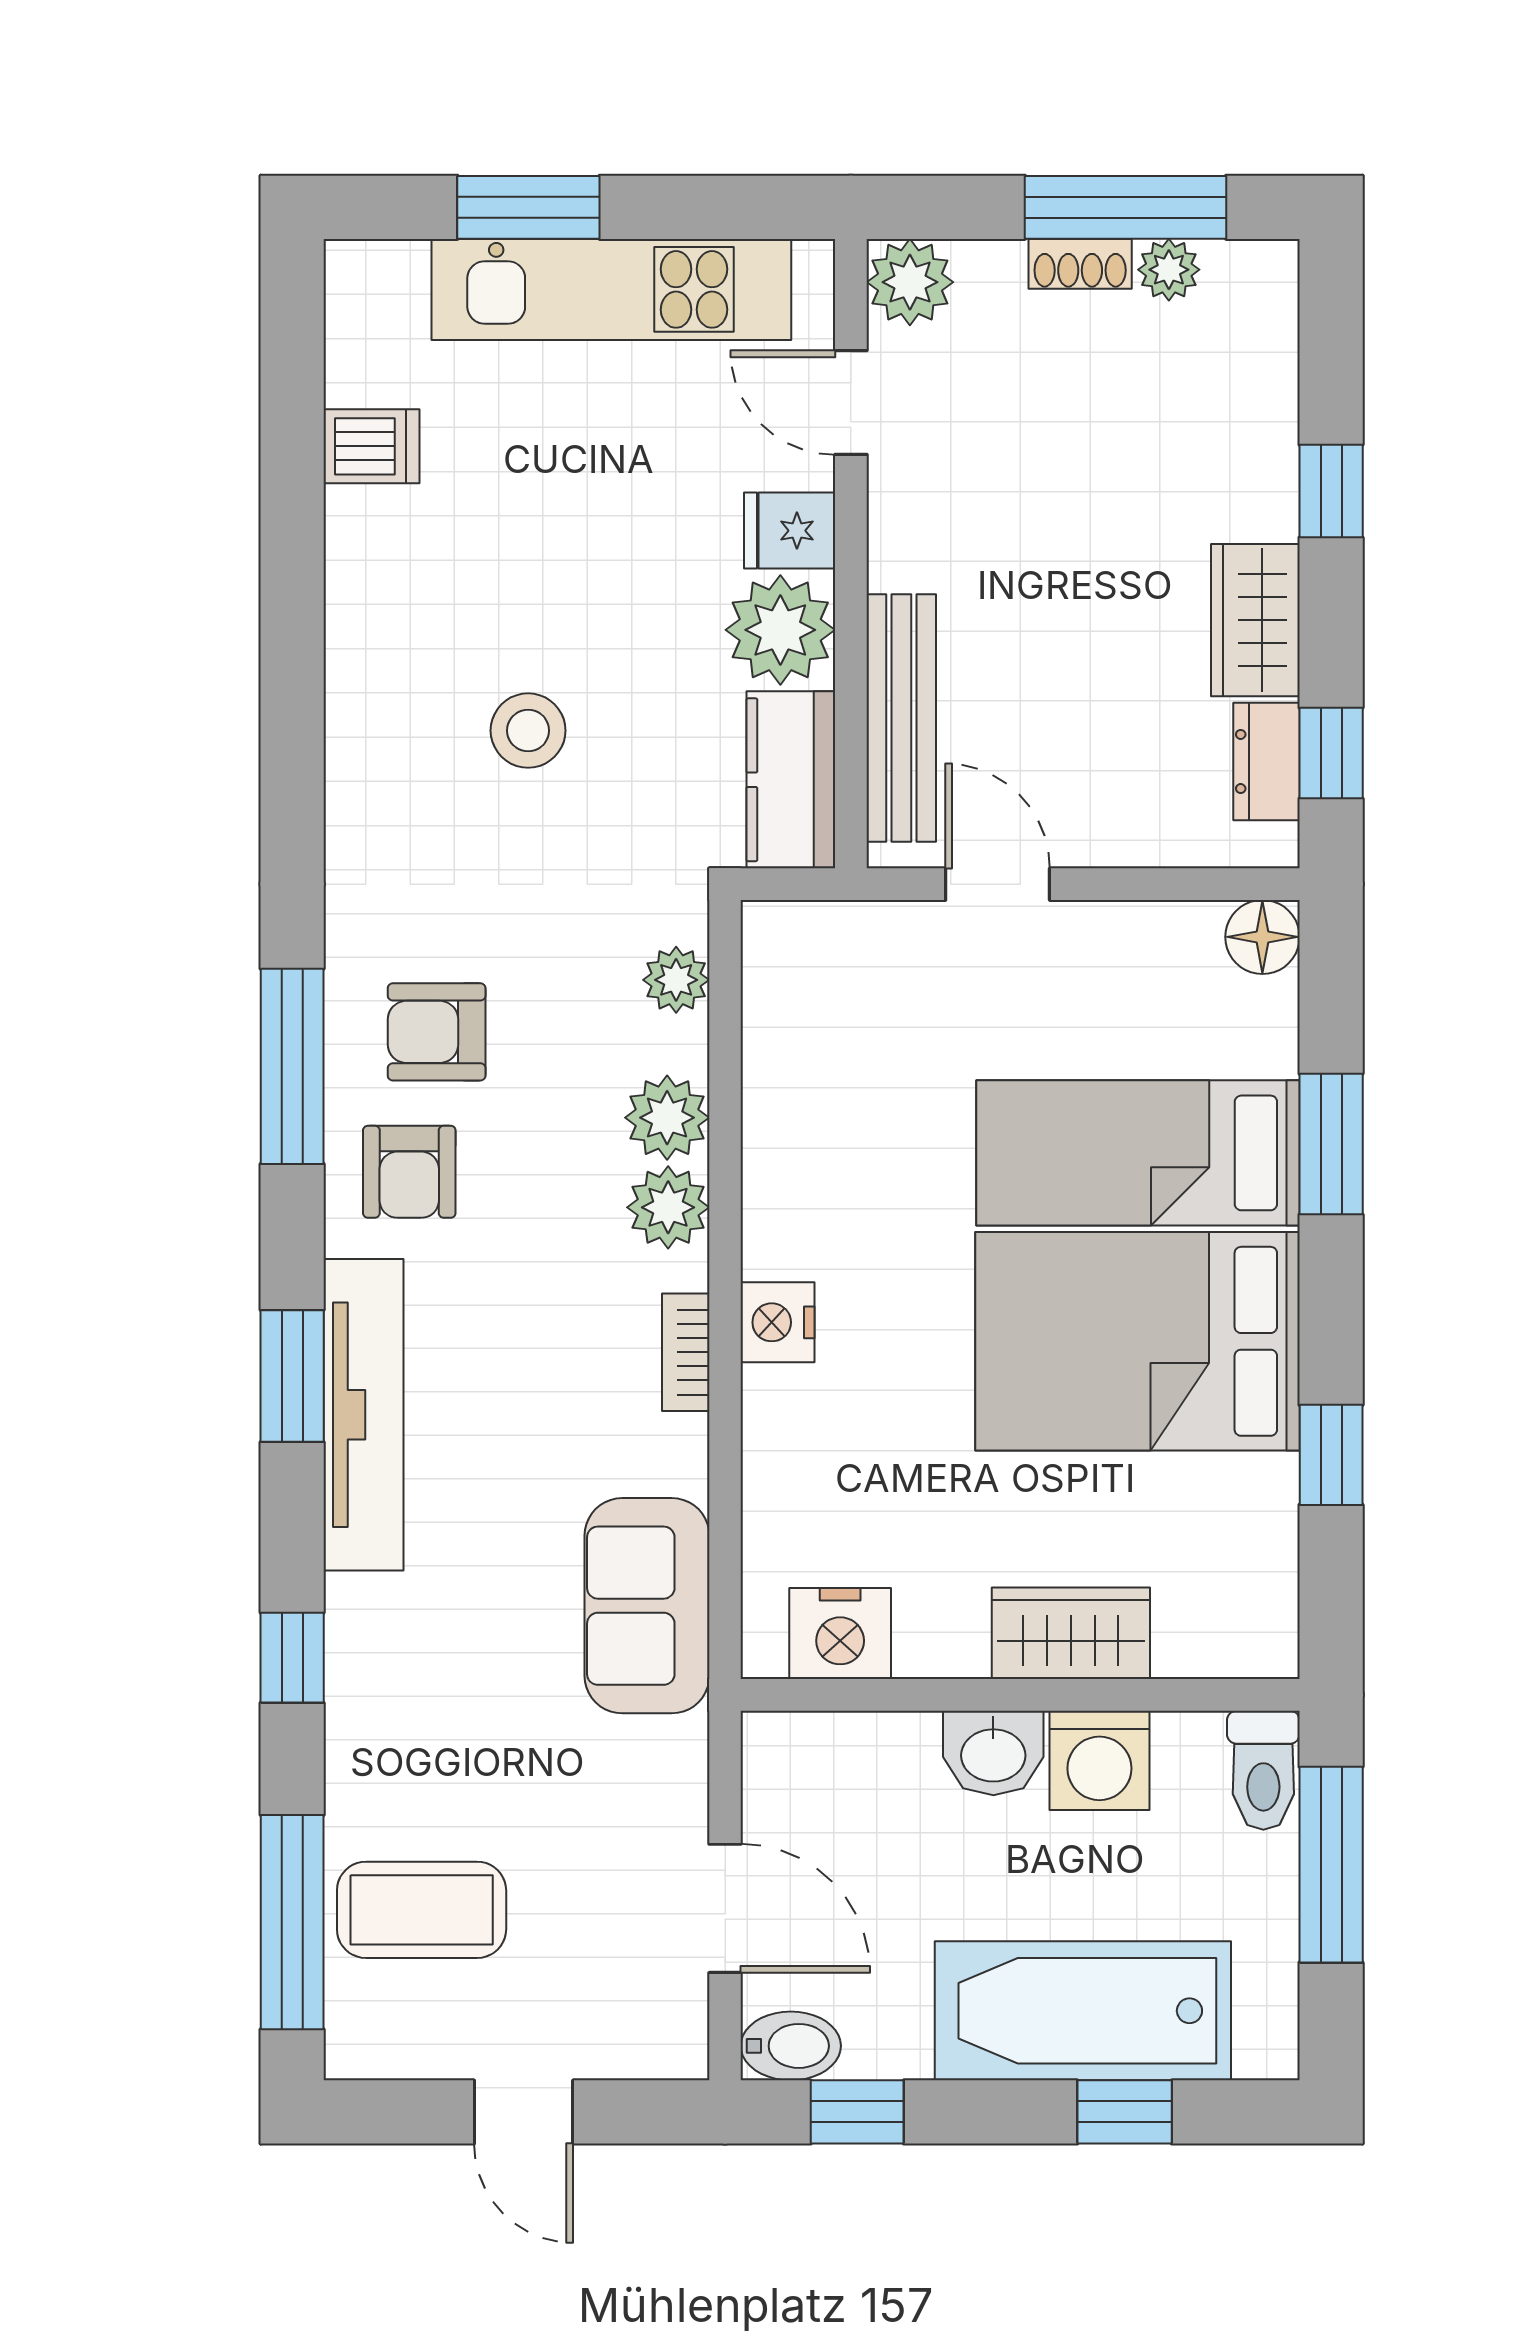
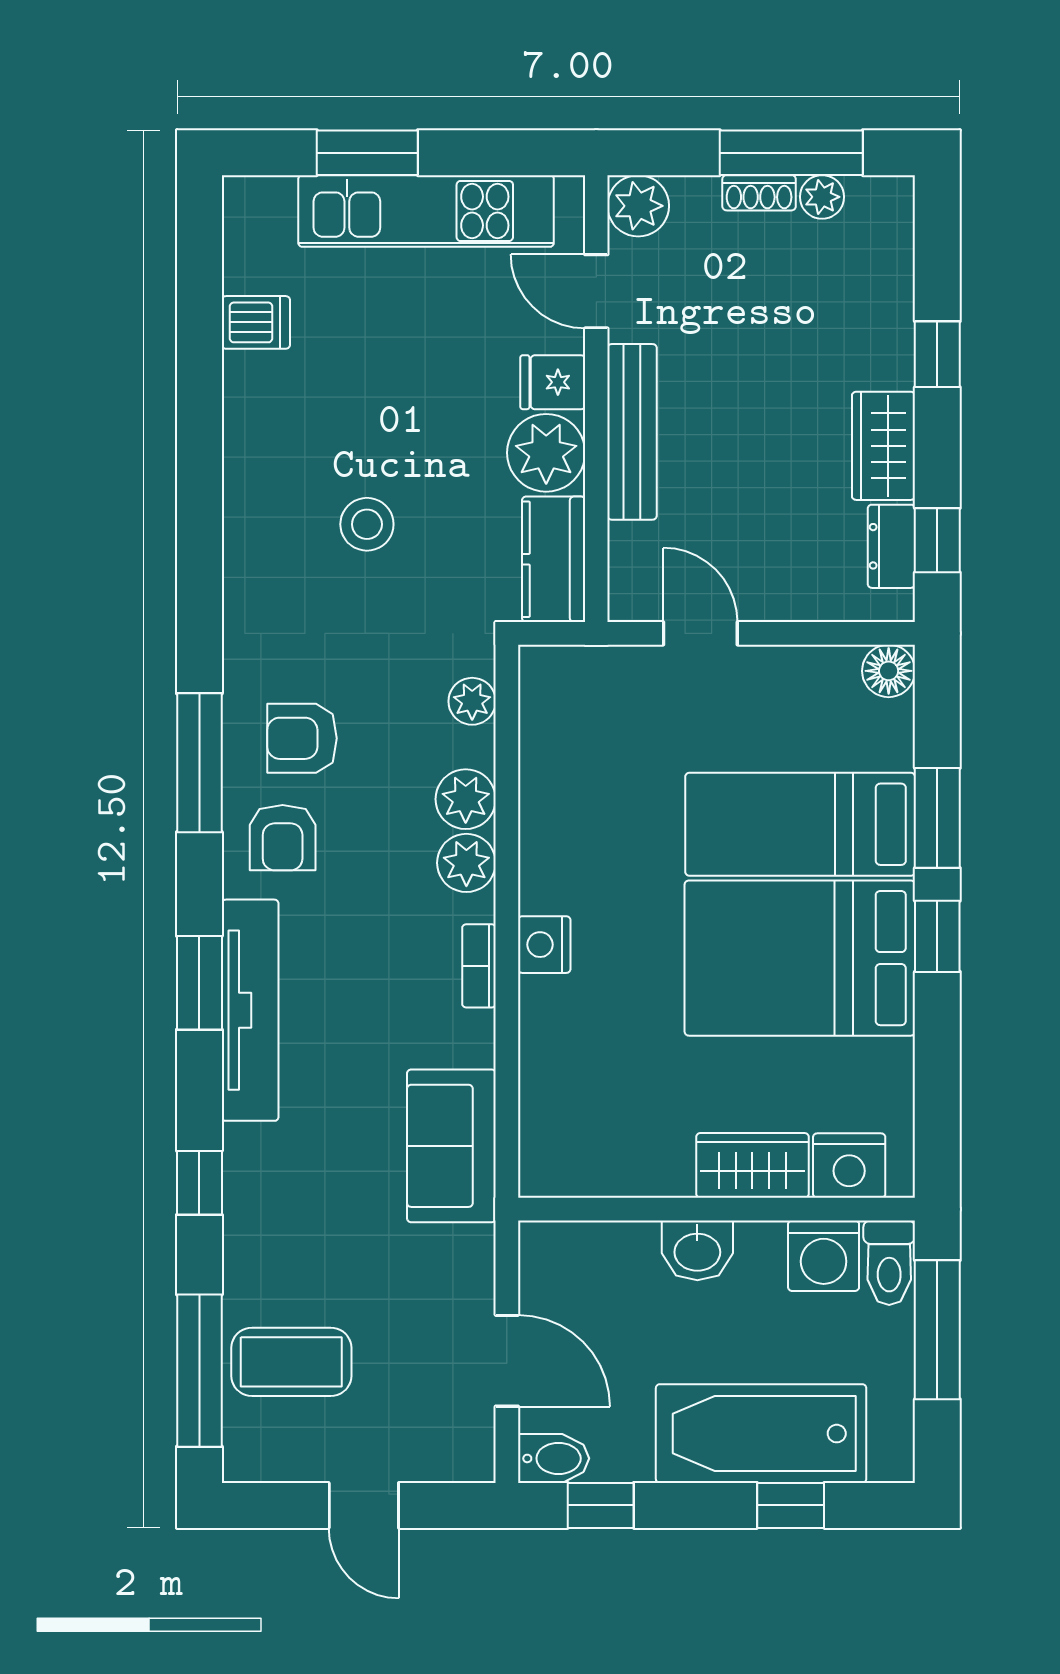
bench: (901, 718) -> (632, 432), moved
window: (1331, 1455) -> (937, 936), moved
nightstand: (840, 1634) -> (849, 1166), moved
washing machine: (1099, 1760) -> (824, 1256), moved

